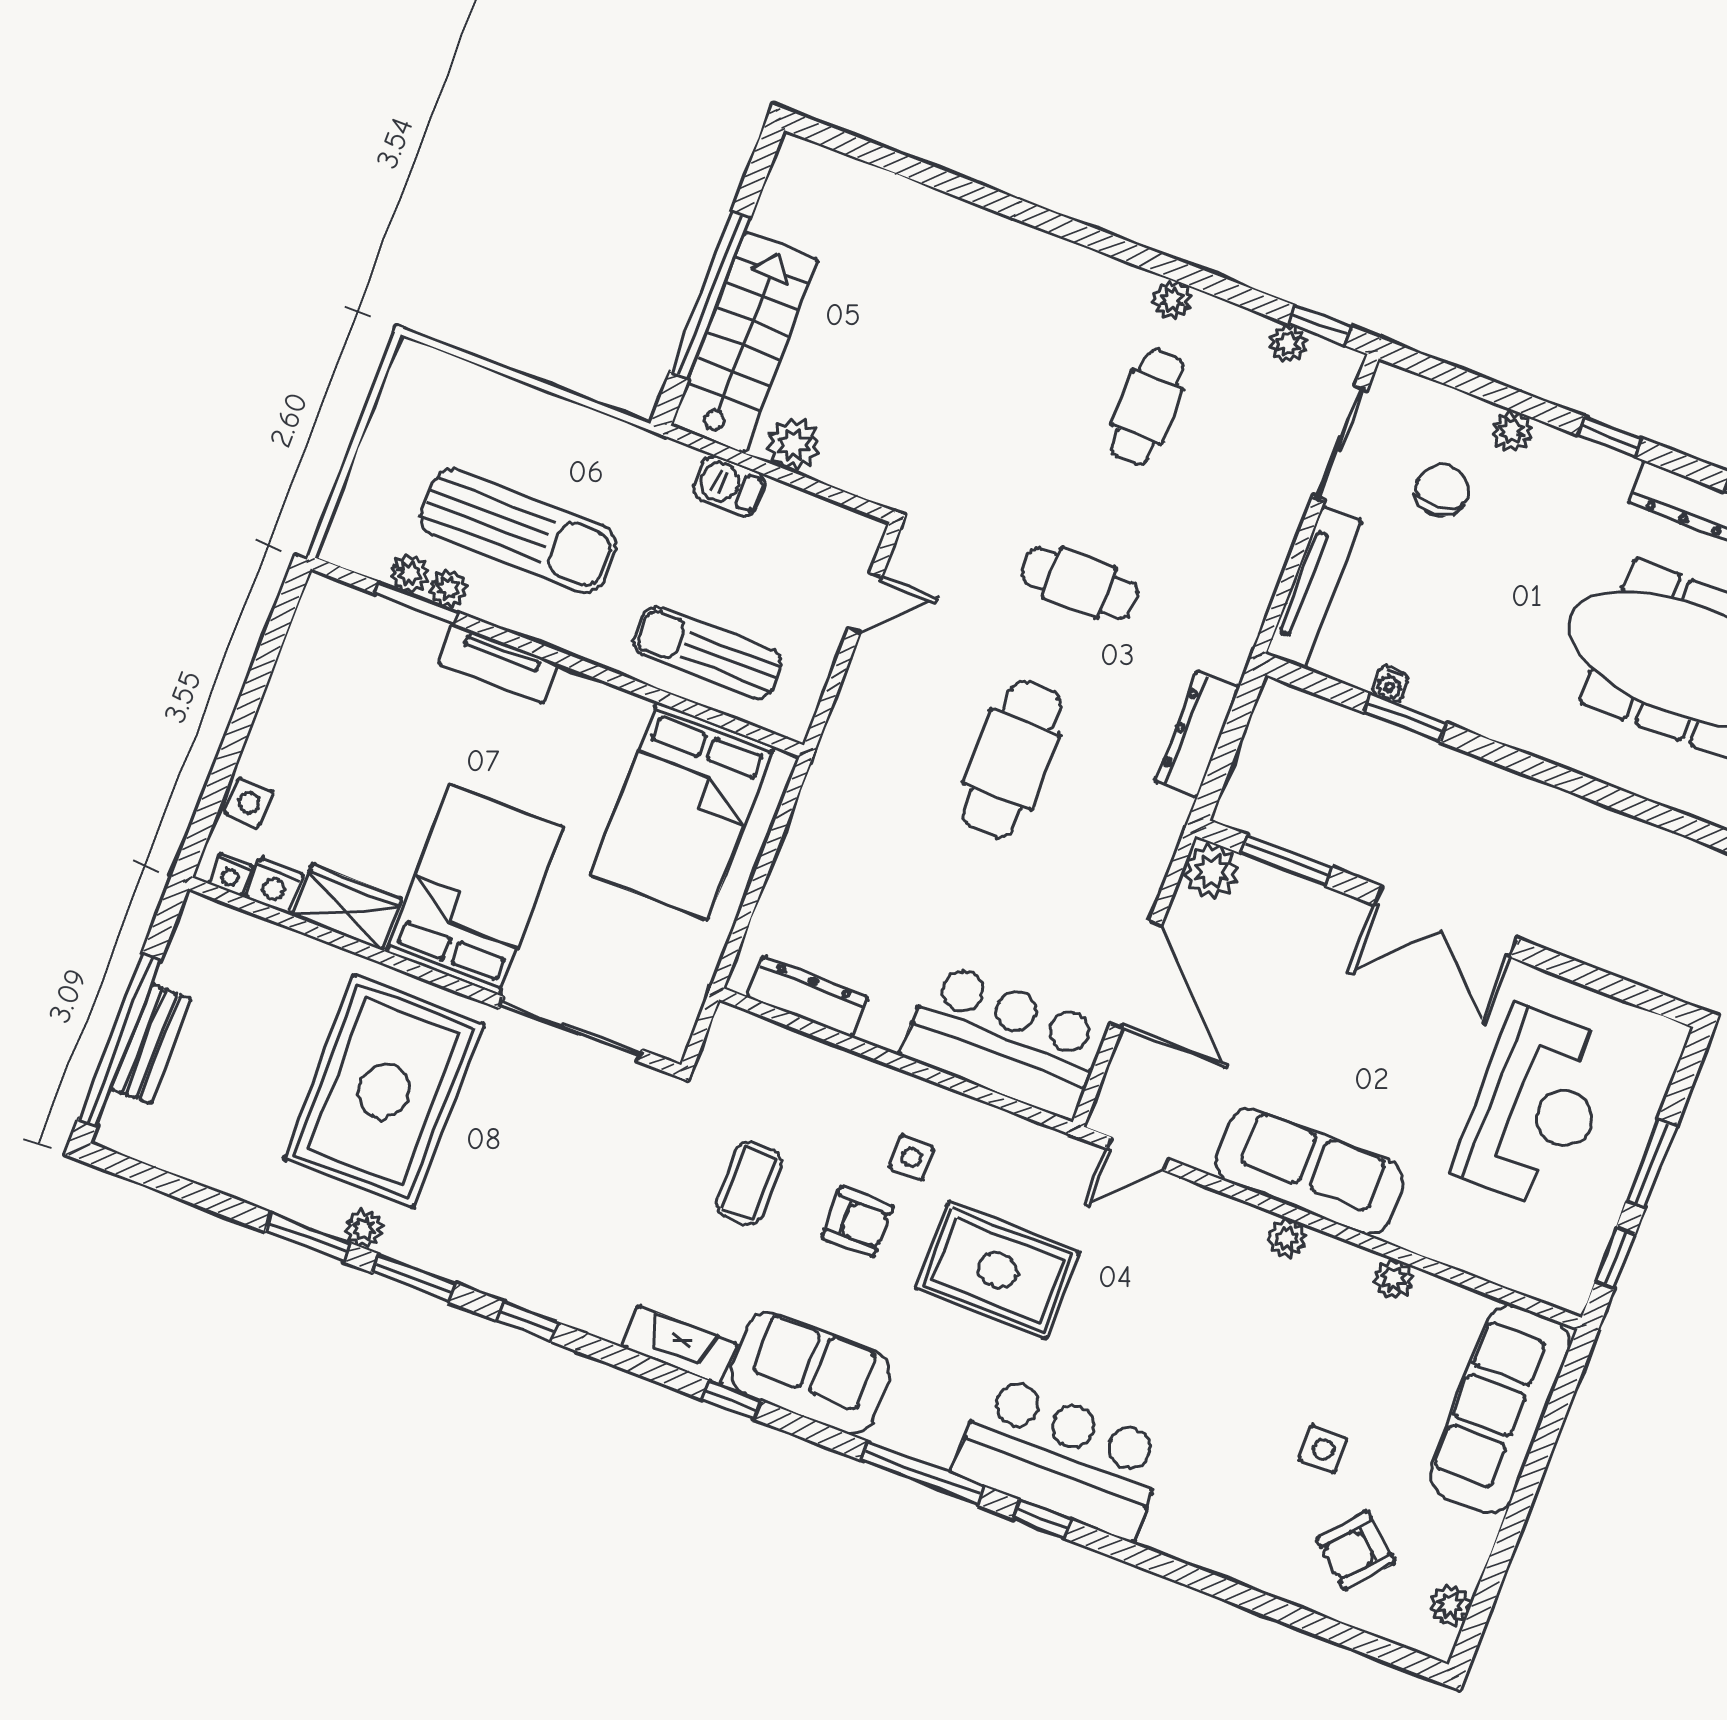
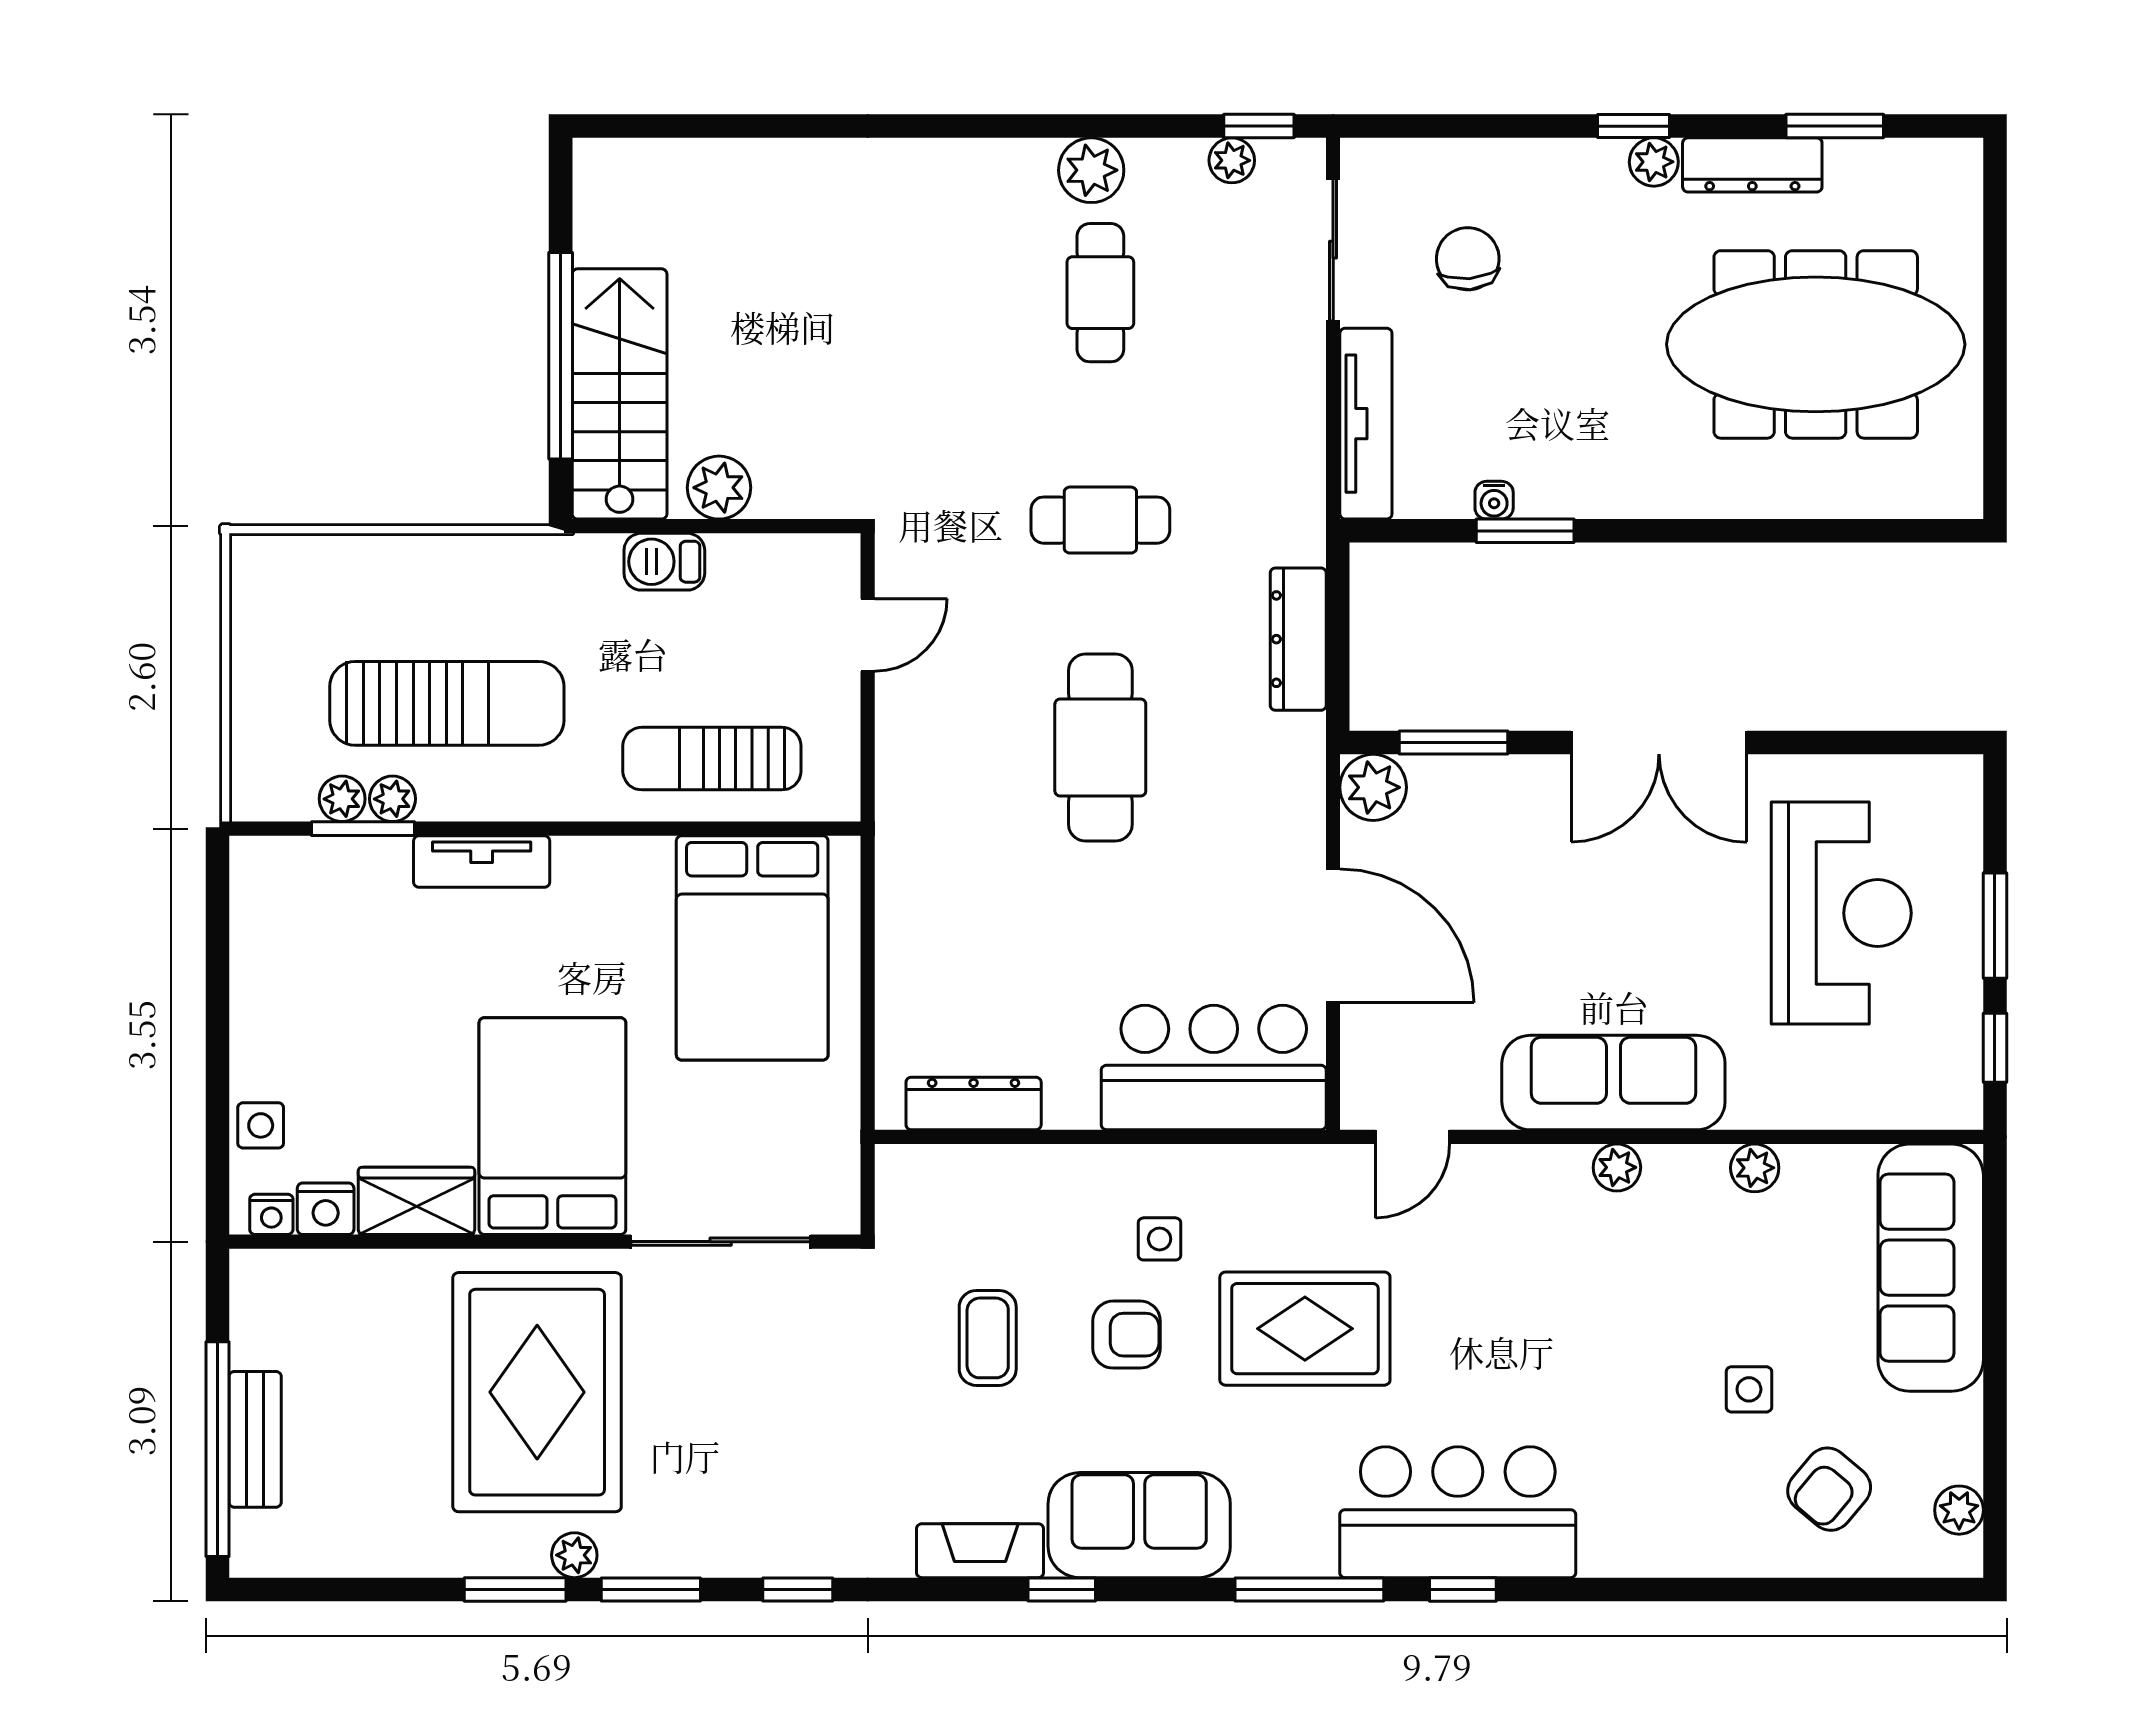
plant: (1172, 300) -> (1091, 170), width x1.38, depth x1.38
plant: (1512, 431) -> (1654, 162), moved

